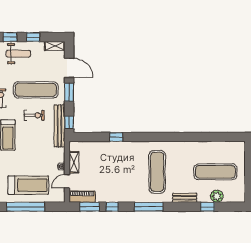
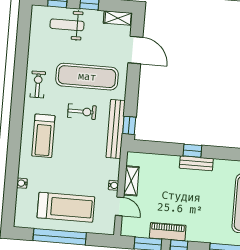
weight bench: (18, 54) -> (67, 25), turned 180
window: (69, 92) -> (133, 83), removed
bench: (120, 146) -> (196, 163), added
door: (67, 181) -> (120, 206), swing flipped
piano: (82, 197) -> (168, 232), moved

